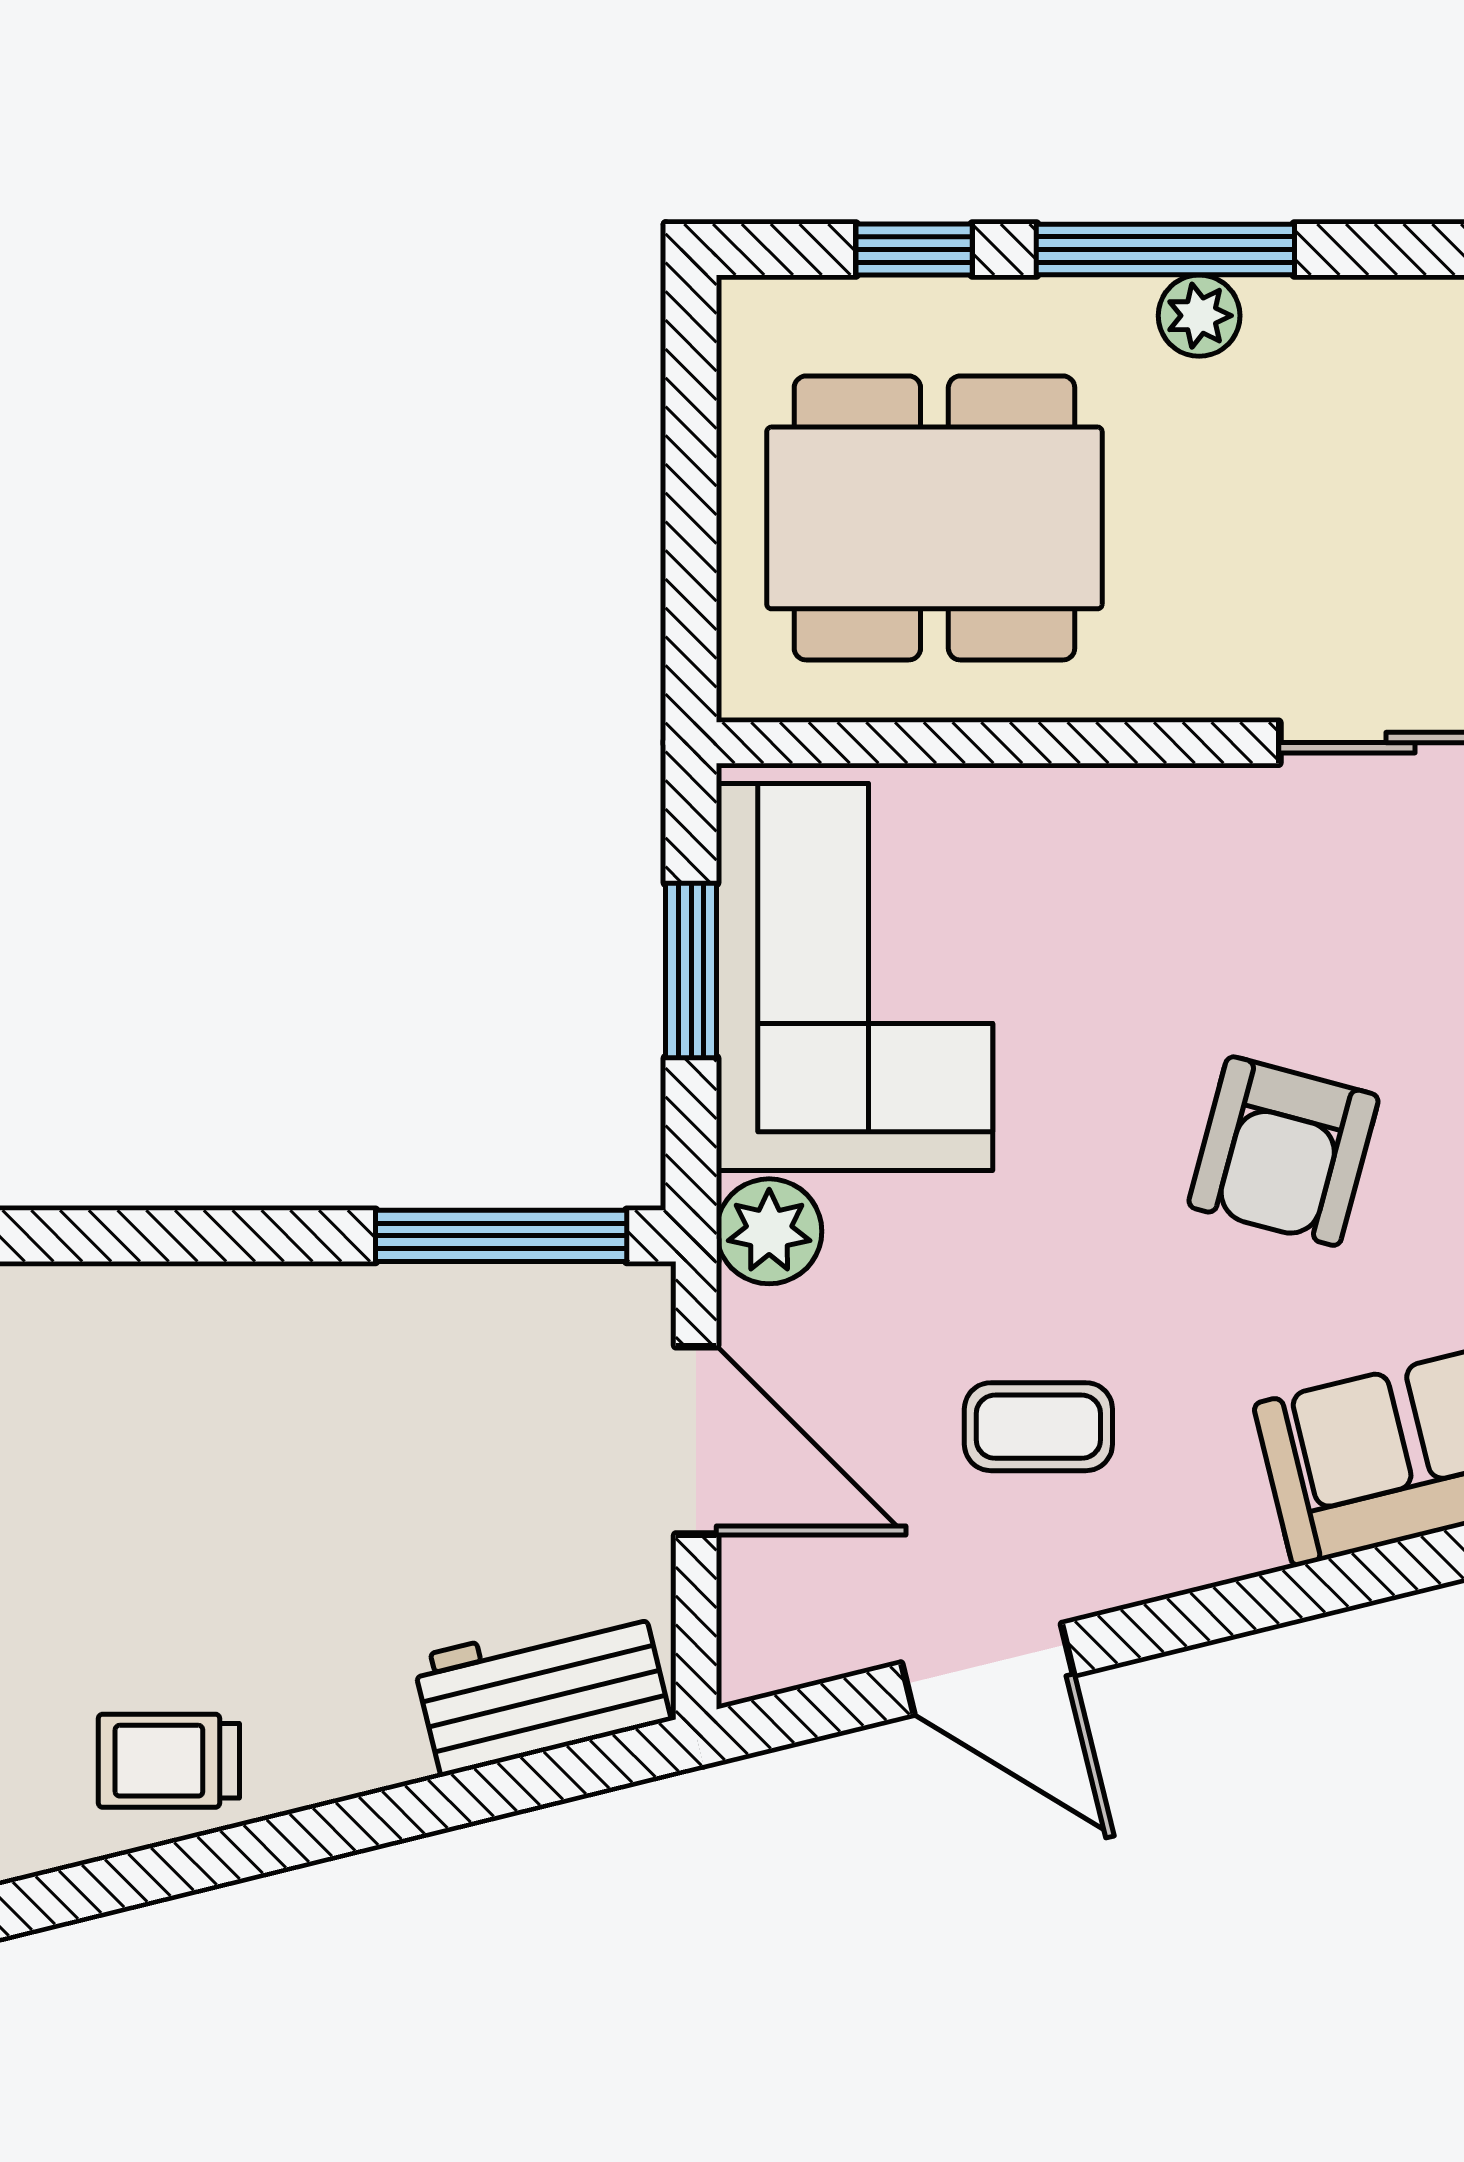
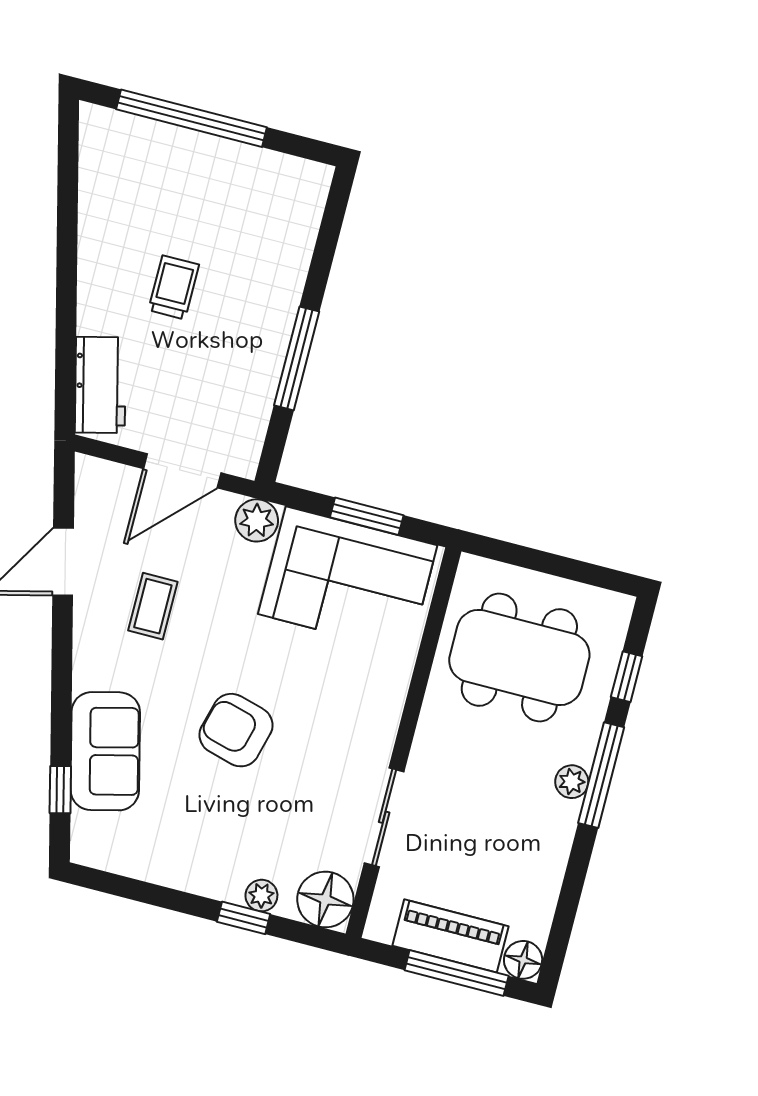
dining table: (934, 518) -> (519, 657), turned 90
window: (501, 1236) -> (297, 358), moved
trolley: (169, 1761) -> (174, 287), moved

